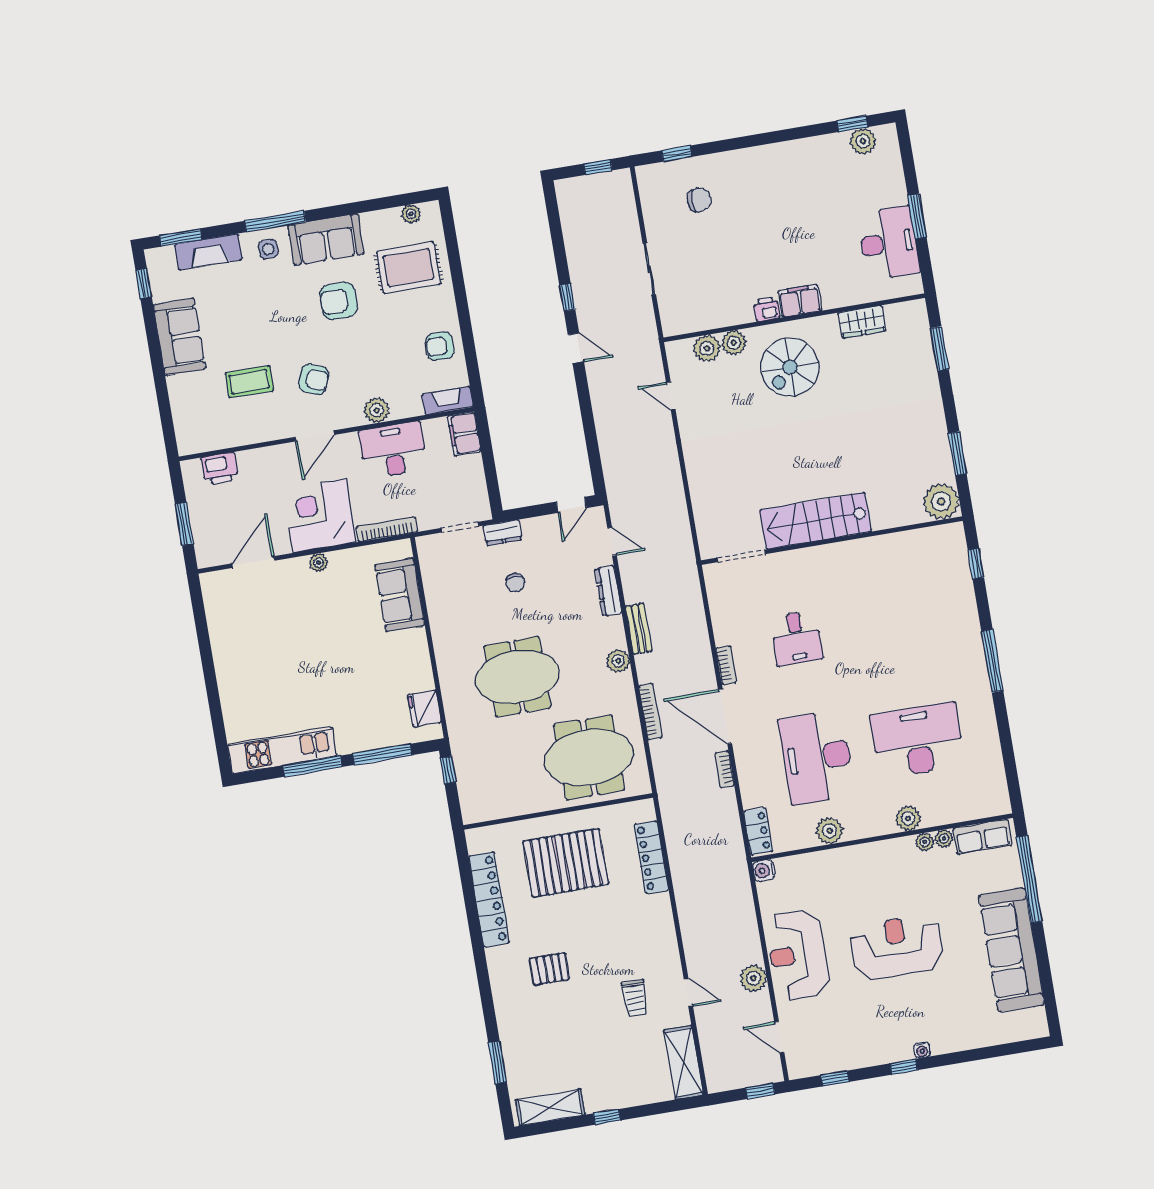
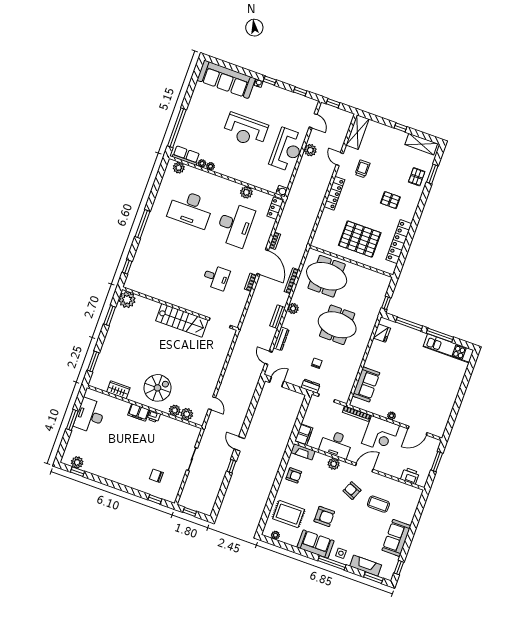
desk: (797, 638) -> (216, 277), turned 90
plant: (908, 818) -> (179, 168), moved
locker: (651, 857) -> (334, 193), moved
sofa: (1011, 950) -> (226, 79), moved, turned 90
pallet: (524, 1041) -> (417, 177), added

